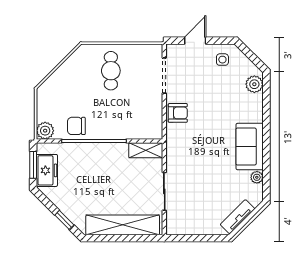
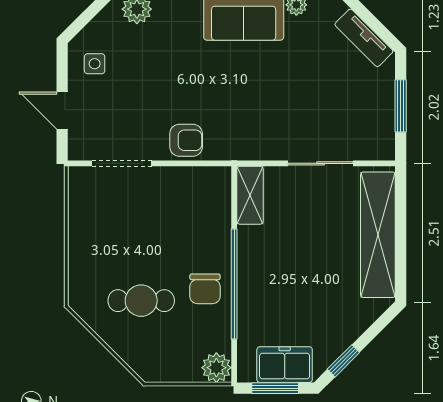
cafe table: (111, 71) -> (141, 301), moved
armchair: (178, 113) -> (186, 140), turned 90
chair: (76, 126) -> (205, 289), moved
window: (64, 220) -> (343, 361), moved
window: (198, 238) -> (401, 106), added

